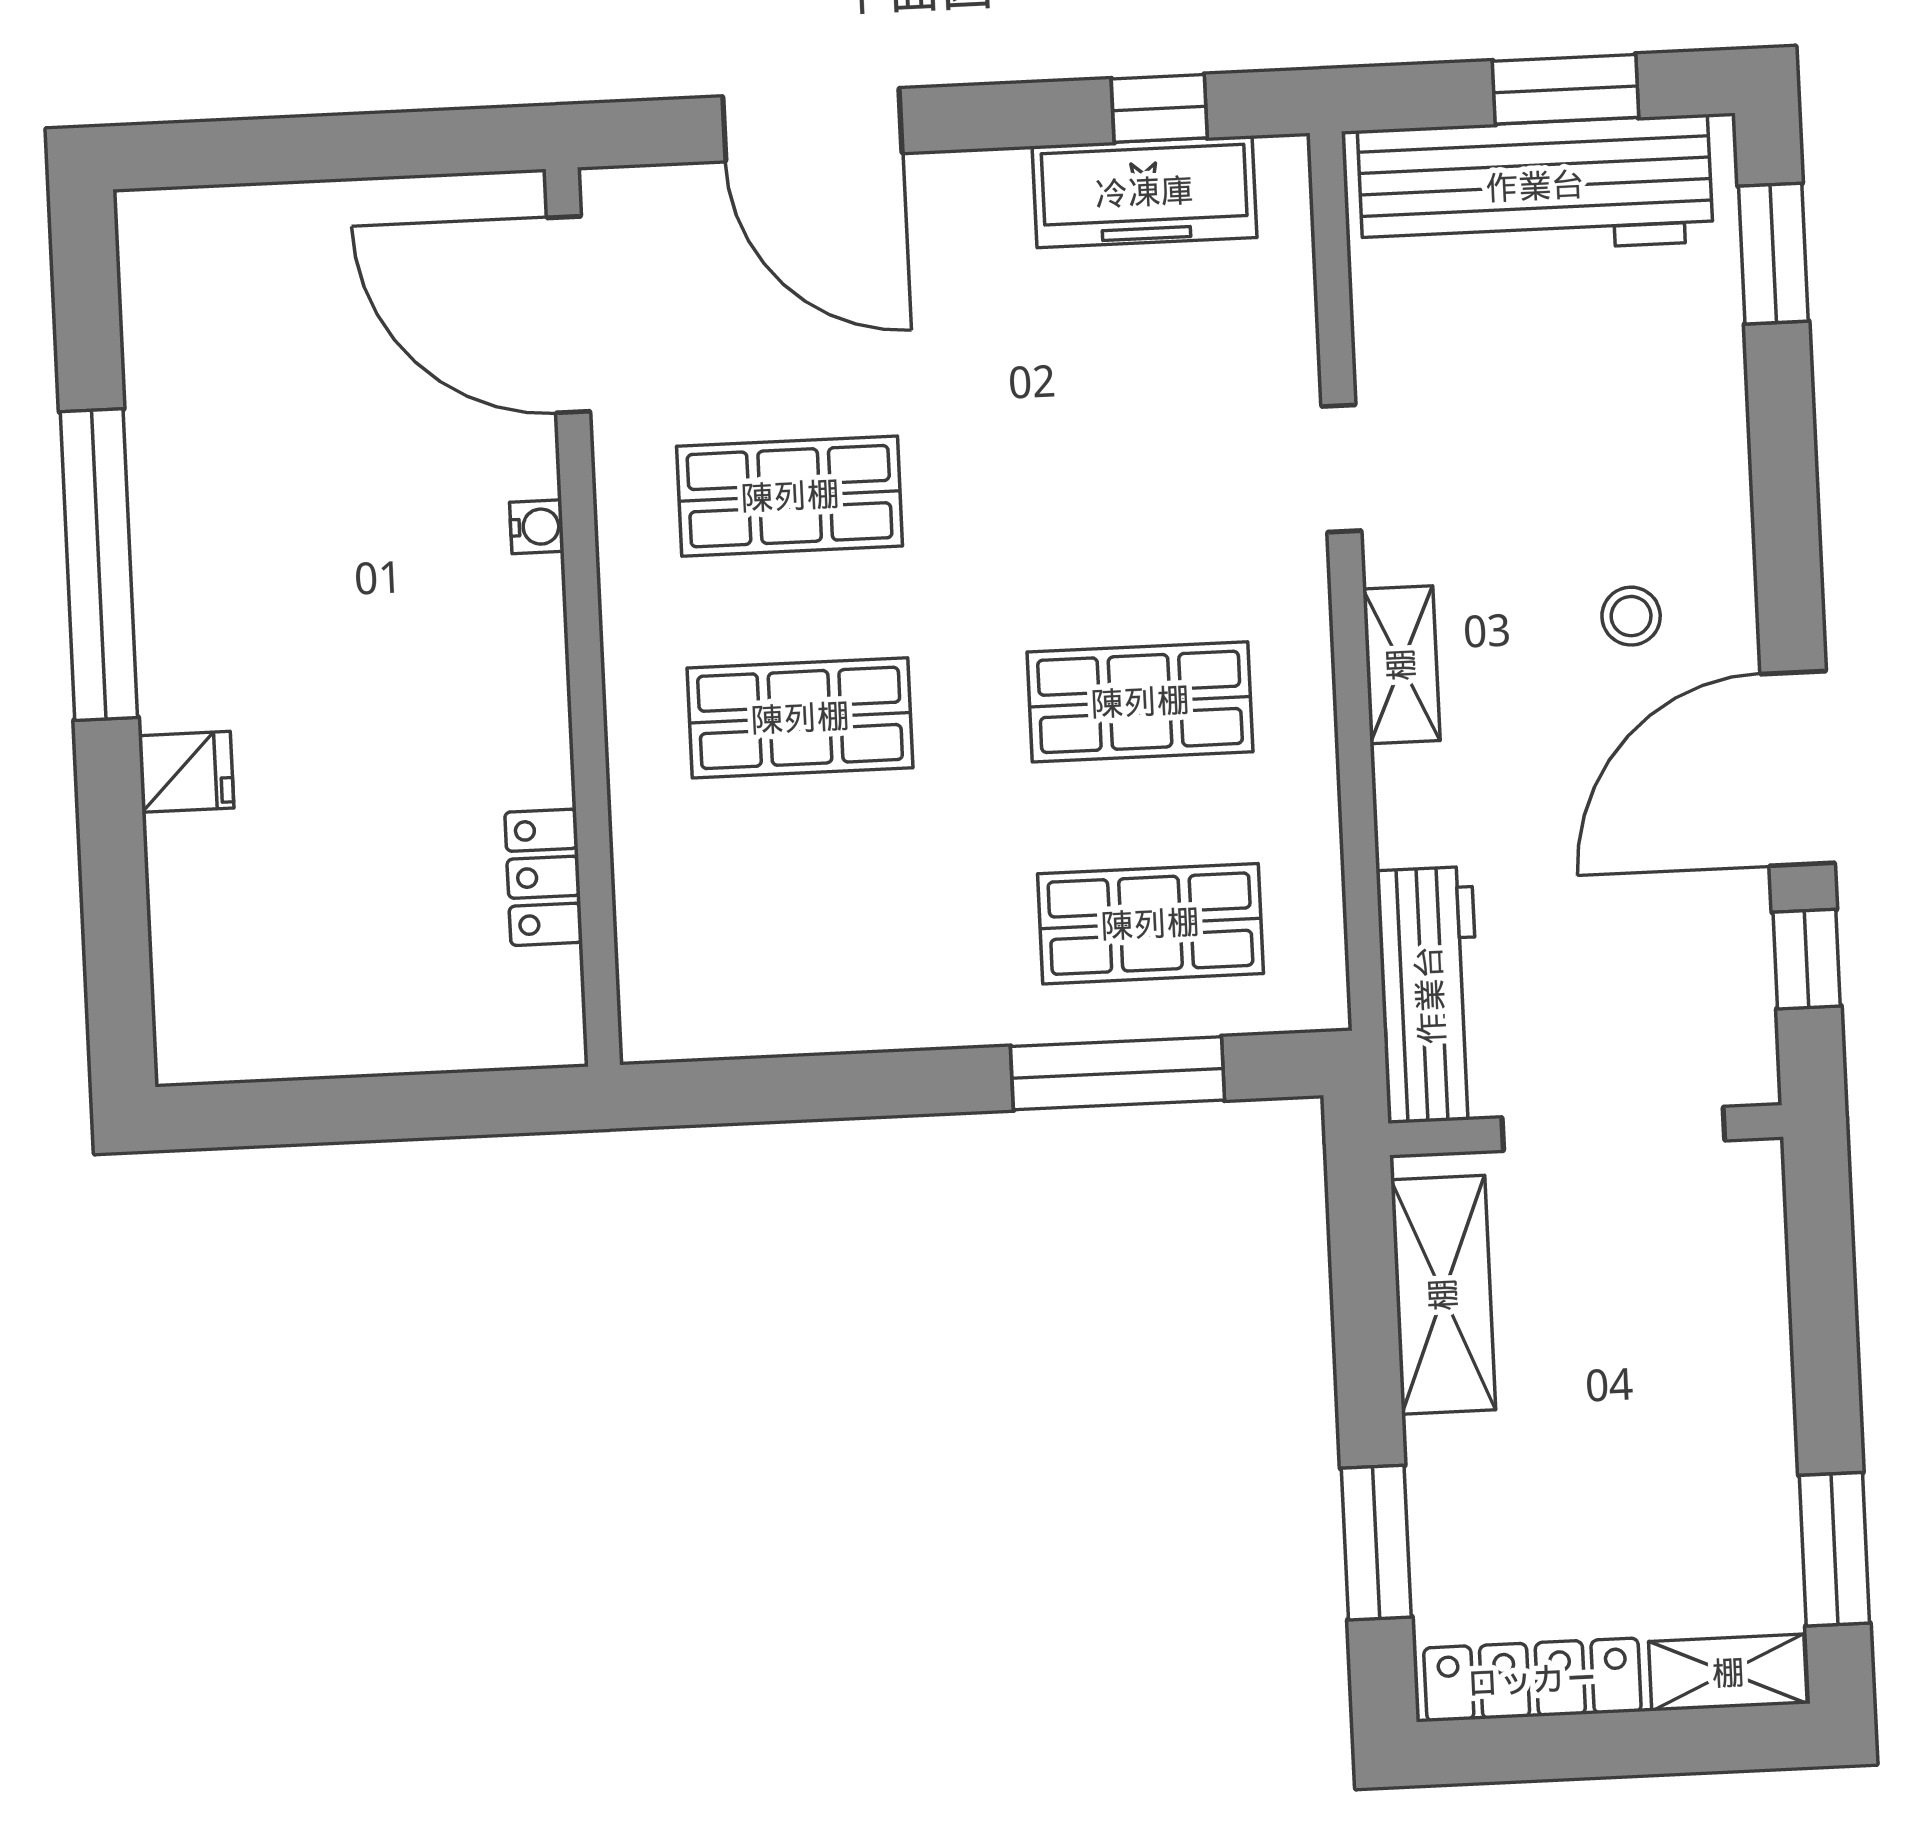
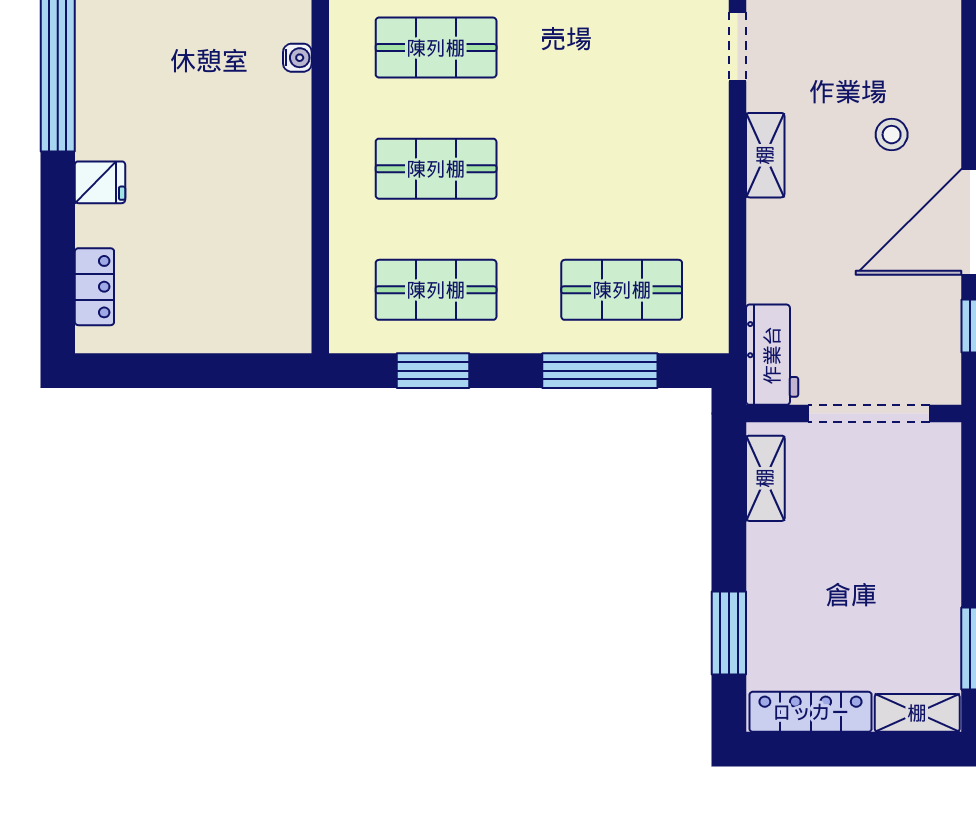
shop shelf: (1140, 702) -> (436, 290), moved
locker: (544, 877) -> (94, 287), moved, turned 180
workbench: (1430, 995) -> (772, 355), width x0.73
window: (812, 1088) -> (433, 371), added
shelving: (1443, 1295) -> (765, 478), width x0.67, depth x0.75

